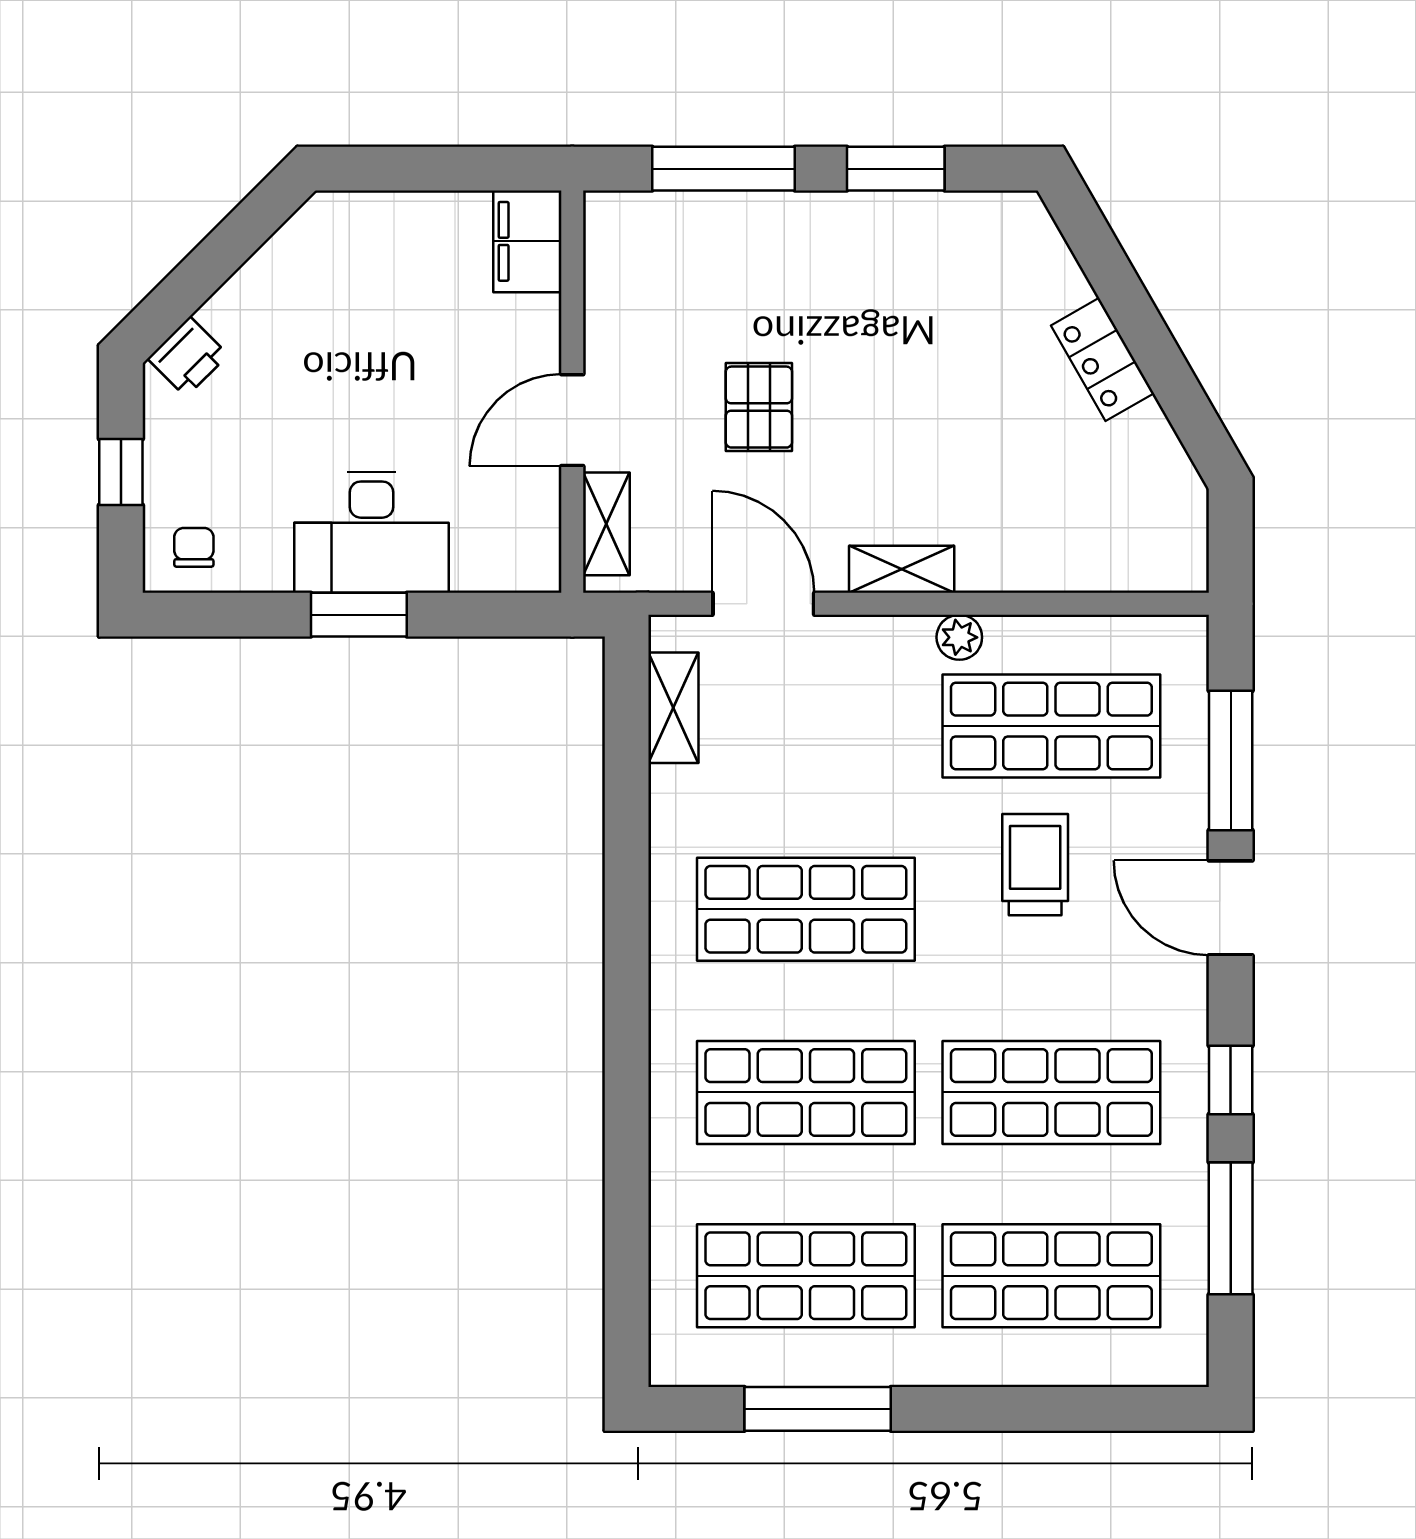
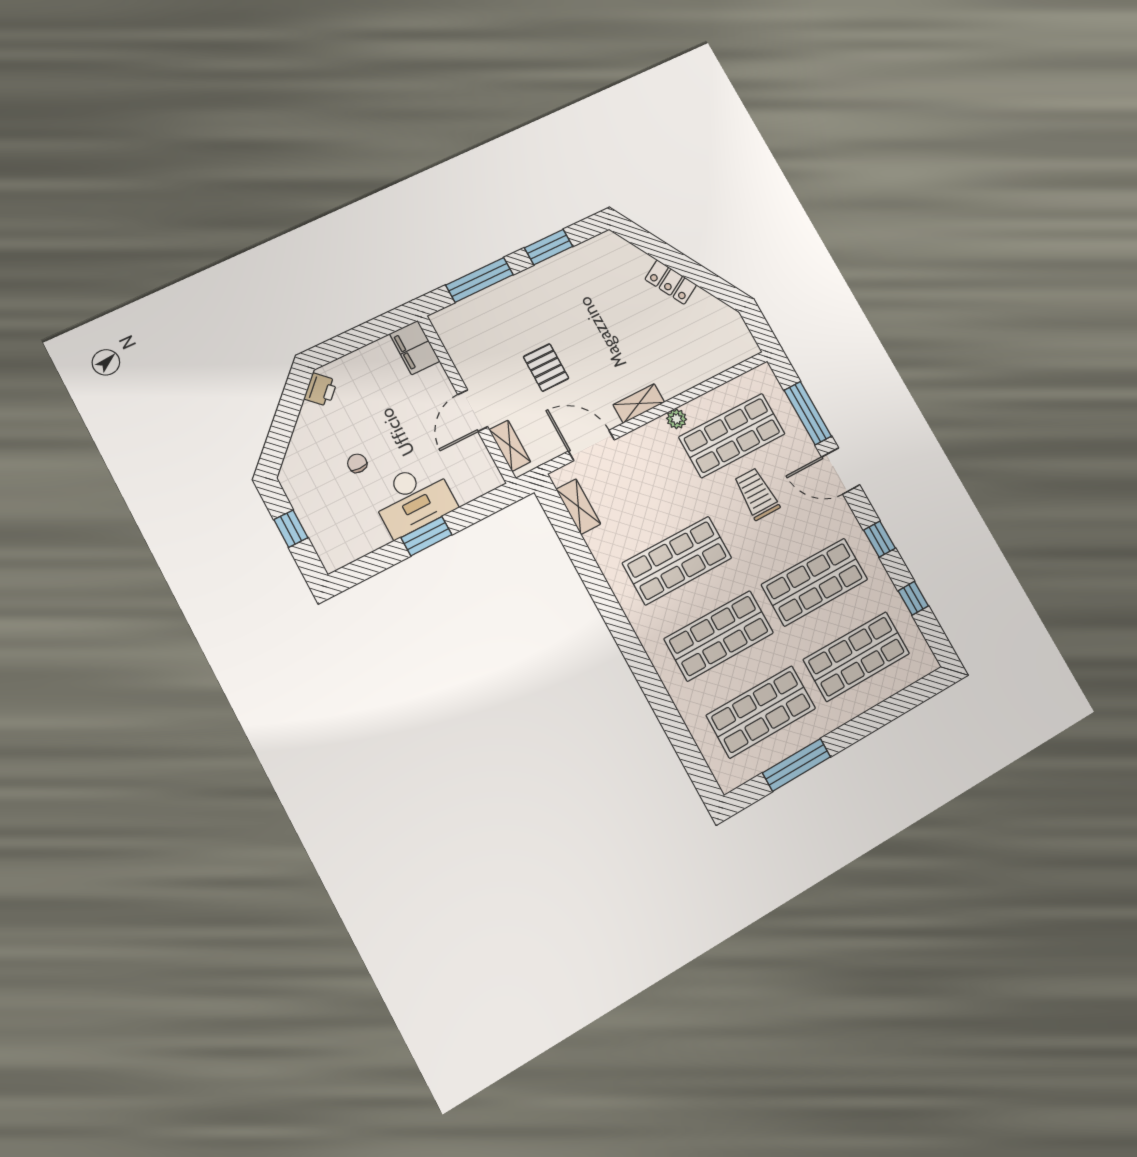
printer: (188, 357) -> (321, 390), moved
chair: (194, 547) -> (357, 463), moved
window: (1231, 1228) -> (913, 598), width x0.46

